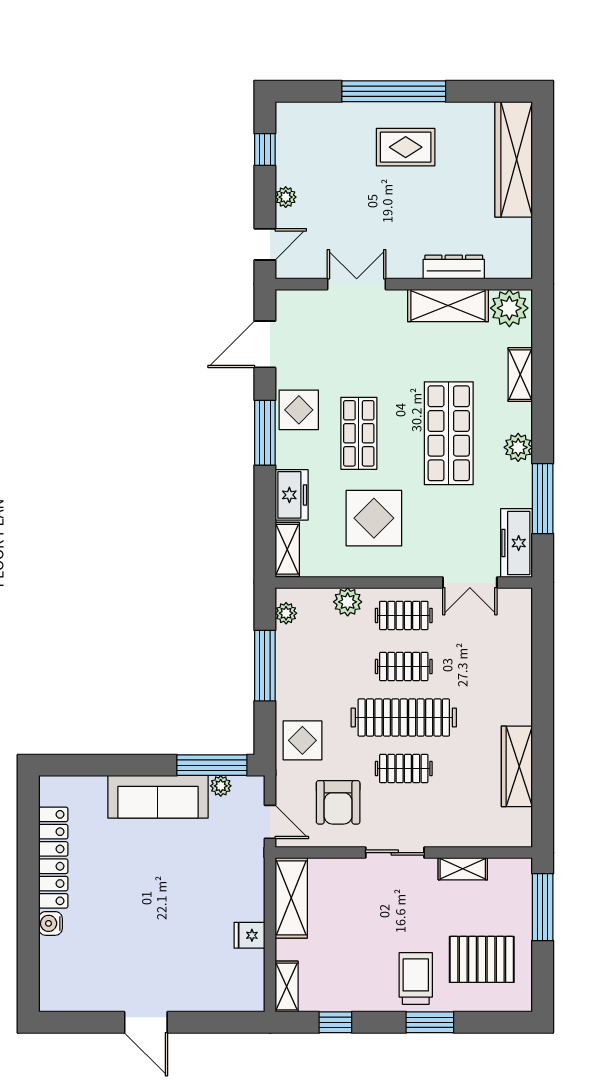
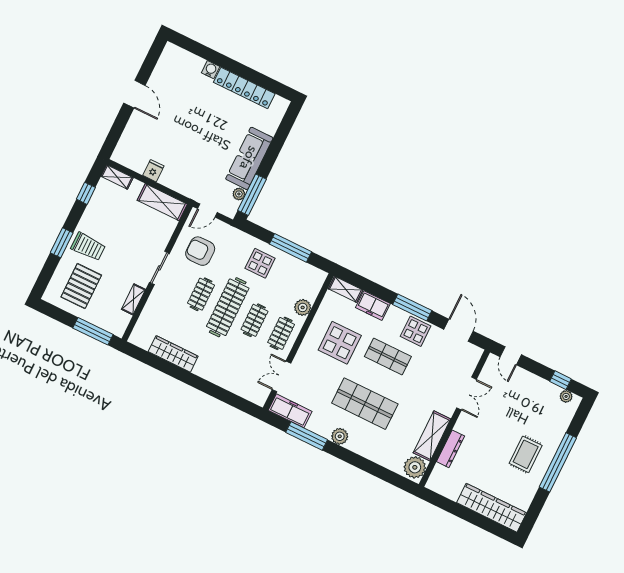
plant: (286, 197) -> (566, 396), moved
shelving: (520, 375) -> (377, 456), removed
plant: (286, 613) -> (312, 272), removed
display table: (302, 740) -> (260, 263), moved
door: (146, 1022) -> (134, 94), swing flipped

